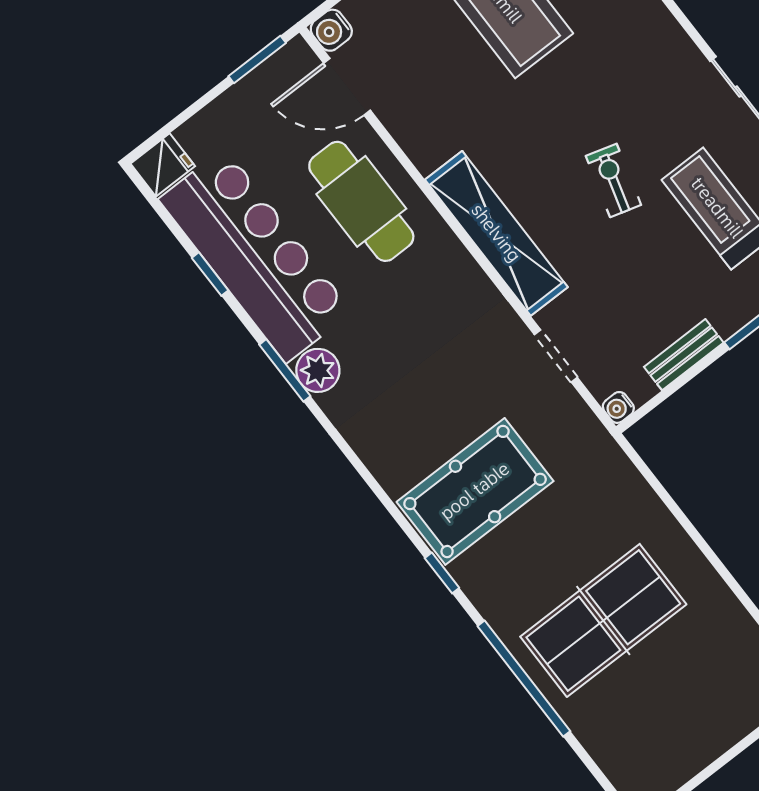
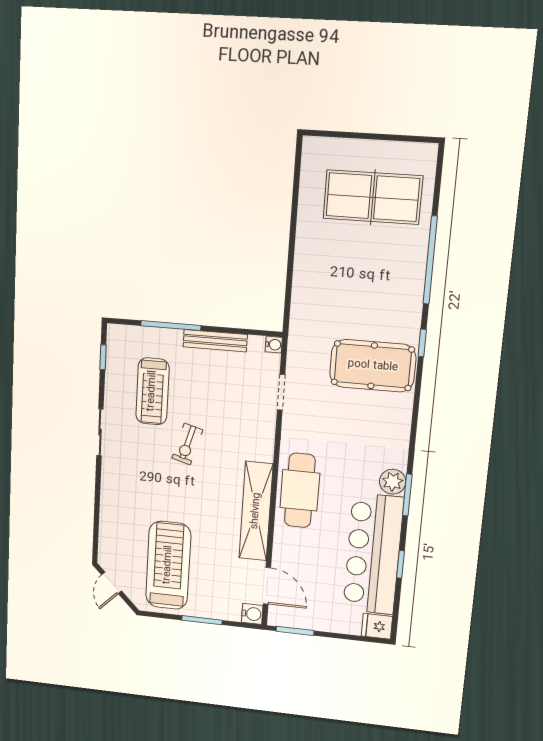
cafe table: (361, 201) -> (300, 490), moved
shelving: (496, 233) -> (256, 511), moved
bench: (684, 355) -> (215, 341), width x1.36
table tennis table: (603, 620) -> (373, 197), moved

